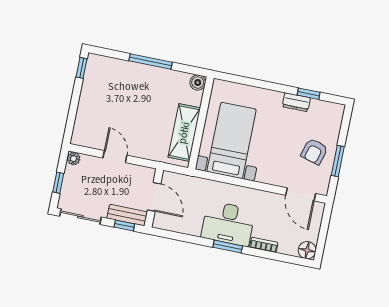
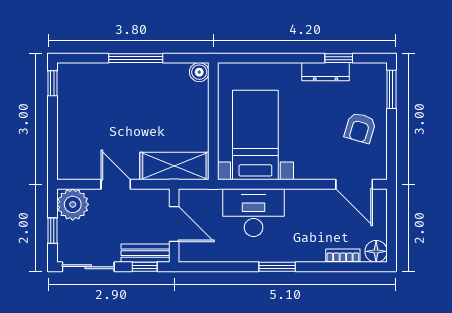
dresser: (296, 102) -> (326, 72), width x1.44
shelving: (184, 133) -> (174, 166), moved, turned 90
plant: (74, 159) -> (73, 204), width x1.88, depth x1.88
window: (338, 161) -> (391, 89), moved
desk: (228, 224) -> (254, 213), moved, turned 180
bookcase: (264, 245) -> (343, 256), moved

